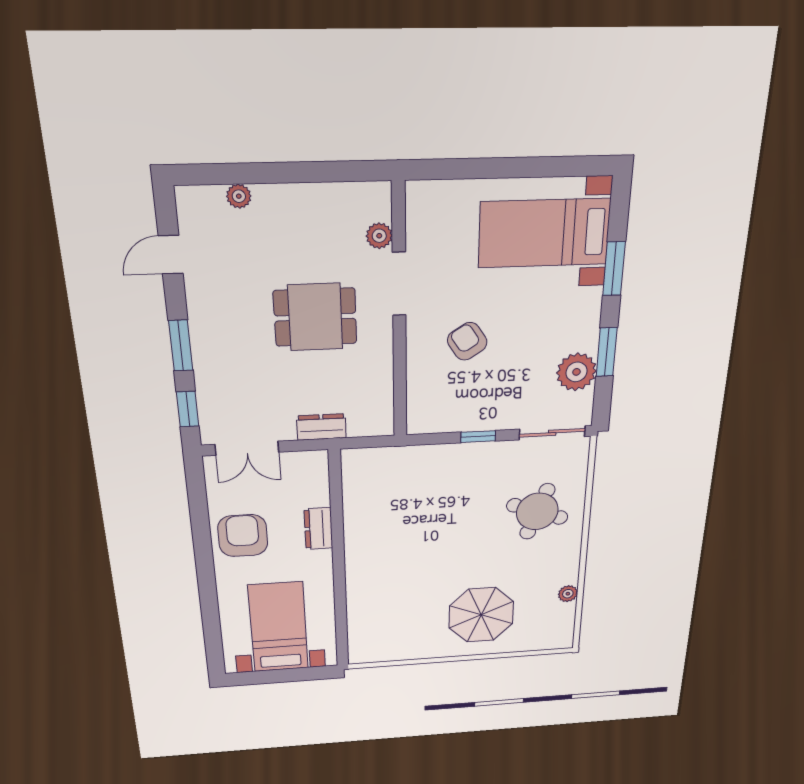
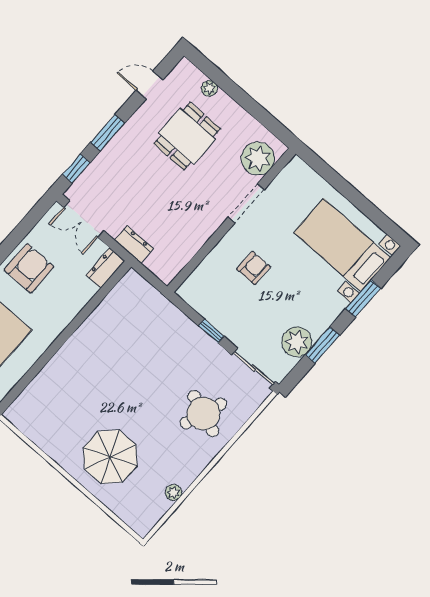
plant: (379, 236) -> (258, 159), width x1.88, depth x1.88
dining table: (315, 317) -> (187, 136), moved, turned 90
armchair: (467, 341) -> (254, 268), turned 33
dresser: (318, 529) -> (105, 268), moved

